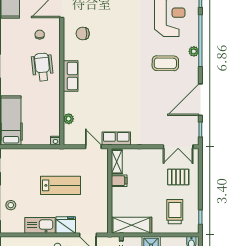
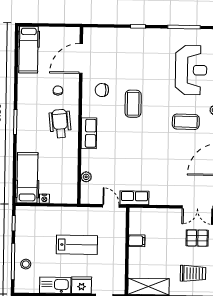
coffee table: (113, 46) -> (133, 104), added
nightstand: (55, 141) -> (44, 199), moved
shelving: (117, 162) -> (135, 221), removed
trolley: (175, 212) -> (193, 273), turned 90

